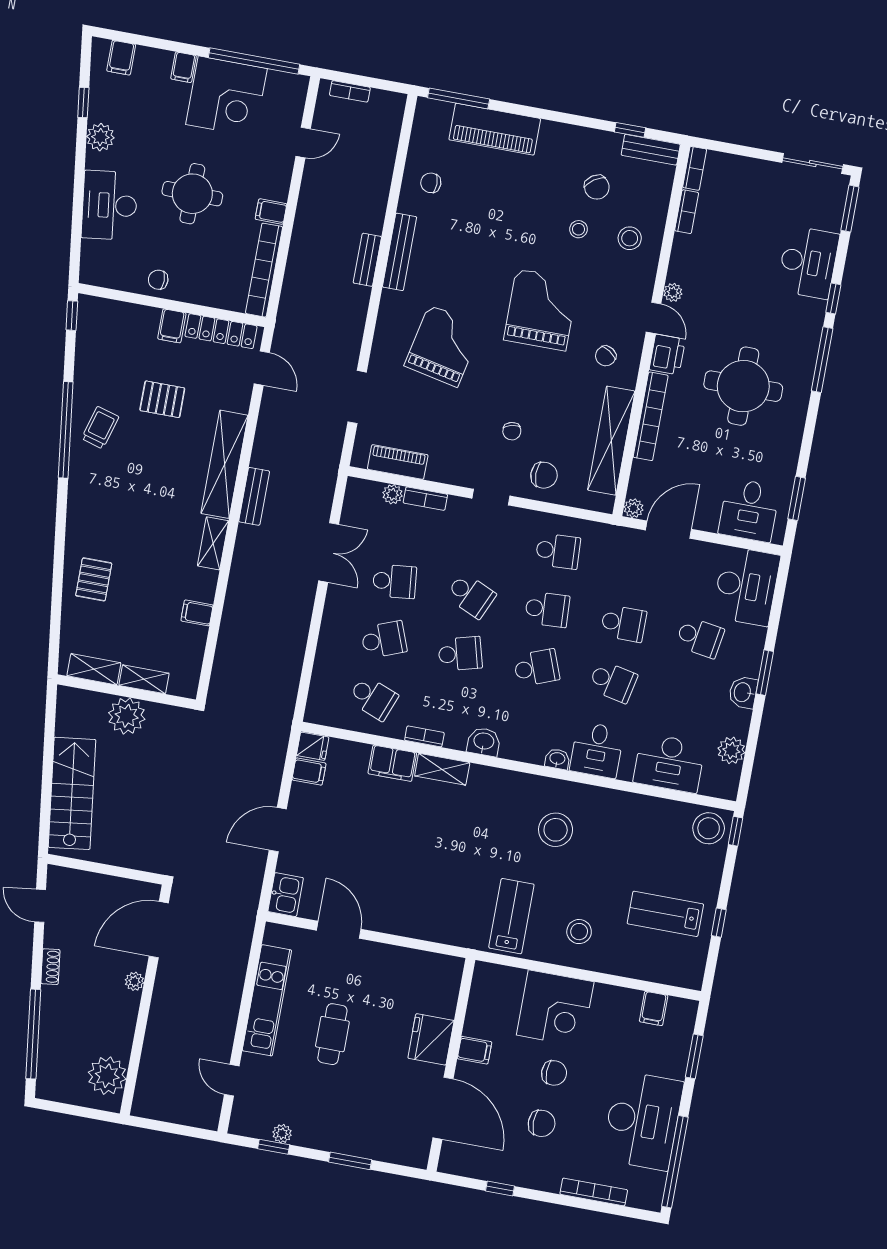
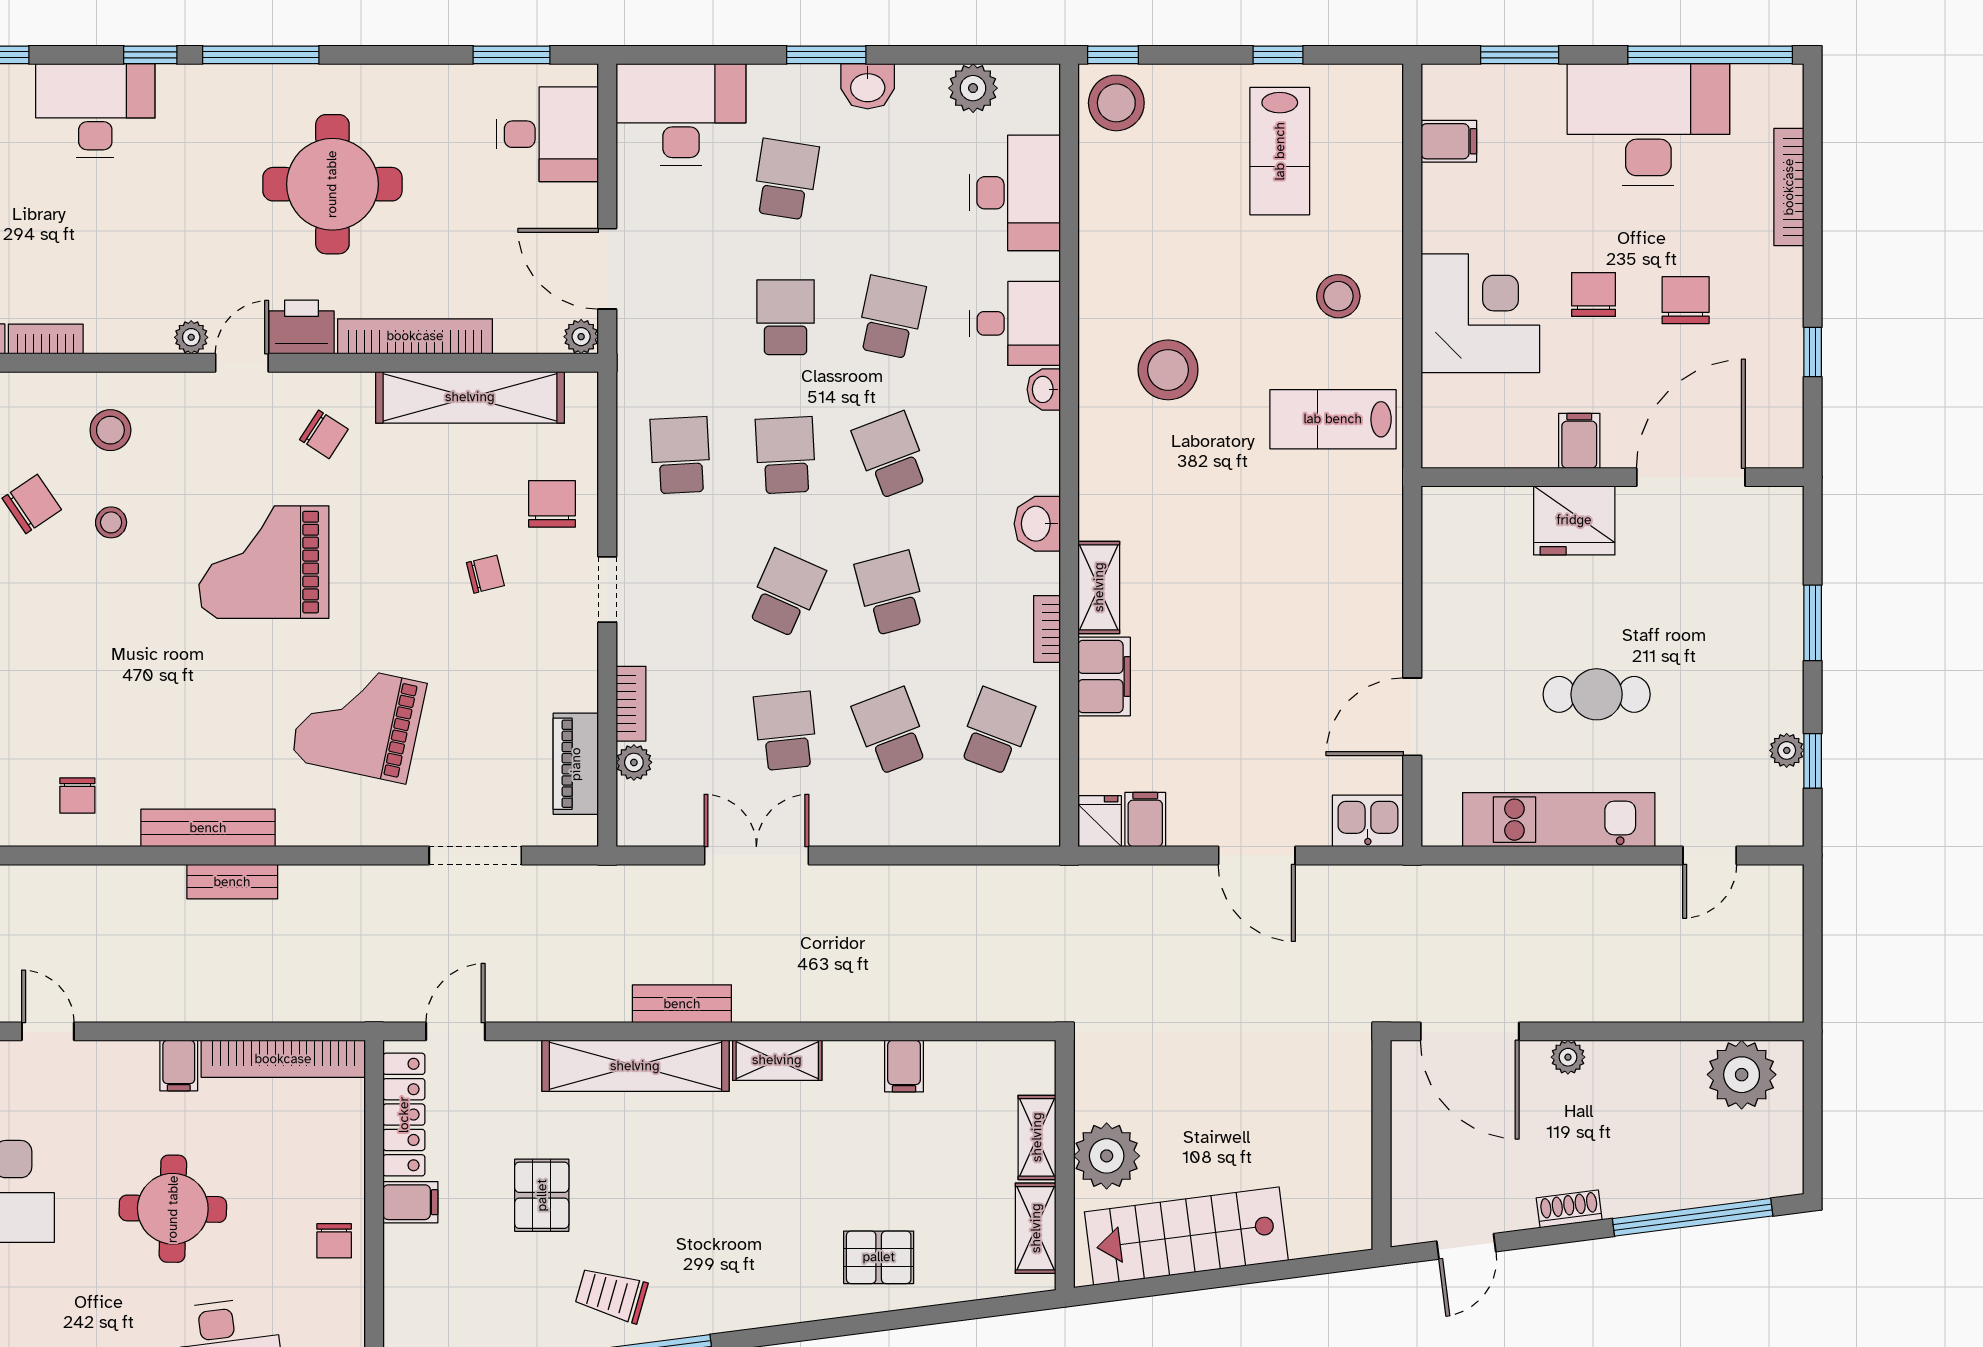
stairs: (72, 793) -> (1186, 1236), moved

